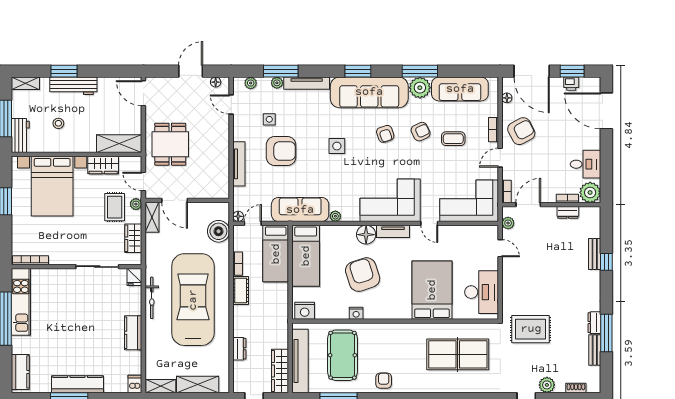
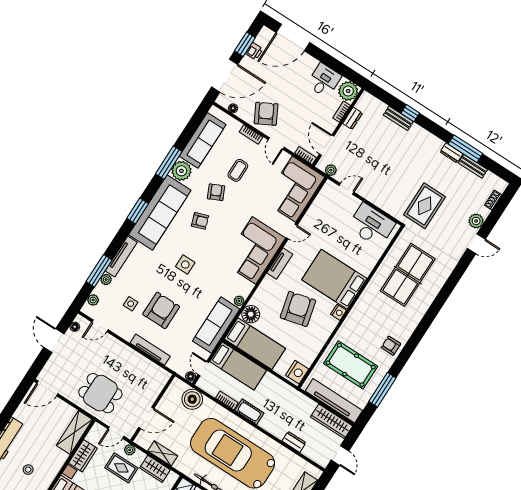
shelving: (152, 217) -> (163, 453), moved
floor lamp: (366, 235) -> (251, 314), moved
armchair: (363, 275) -> (298, 309), turned 94
bed: (432, 290) -> (334, 279), moved
nightstand: (356, 313) -> (338, 312), moved

